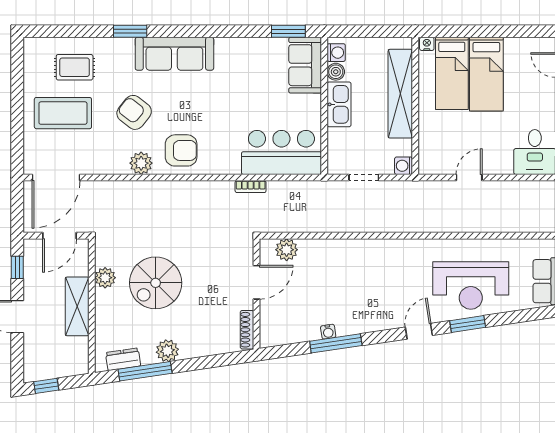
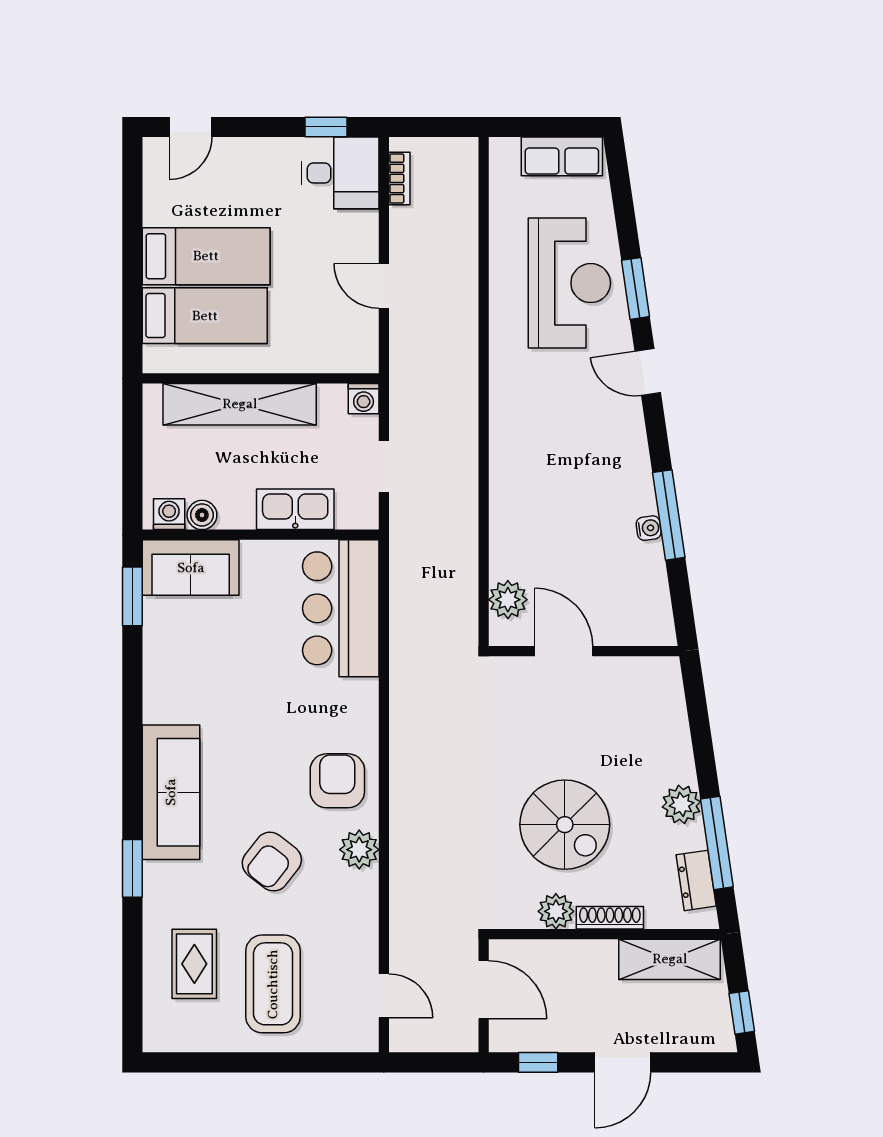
nightstand: (427, 44) -> (154, 359), removed
kitchen sink: (339, 104) -> (295, 509), moved
door: (56, 178) -> (384, 996), width x0.53
bookcase: (251, 187) -> (399, 178), moved
shelving: (77, 306) -> (670, 959), moved
shoe rack: (247, 330) -> (610, 918), moved, turned 180

